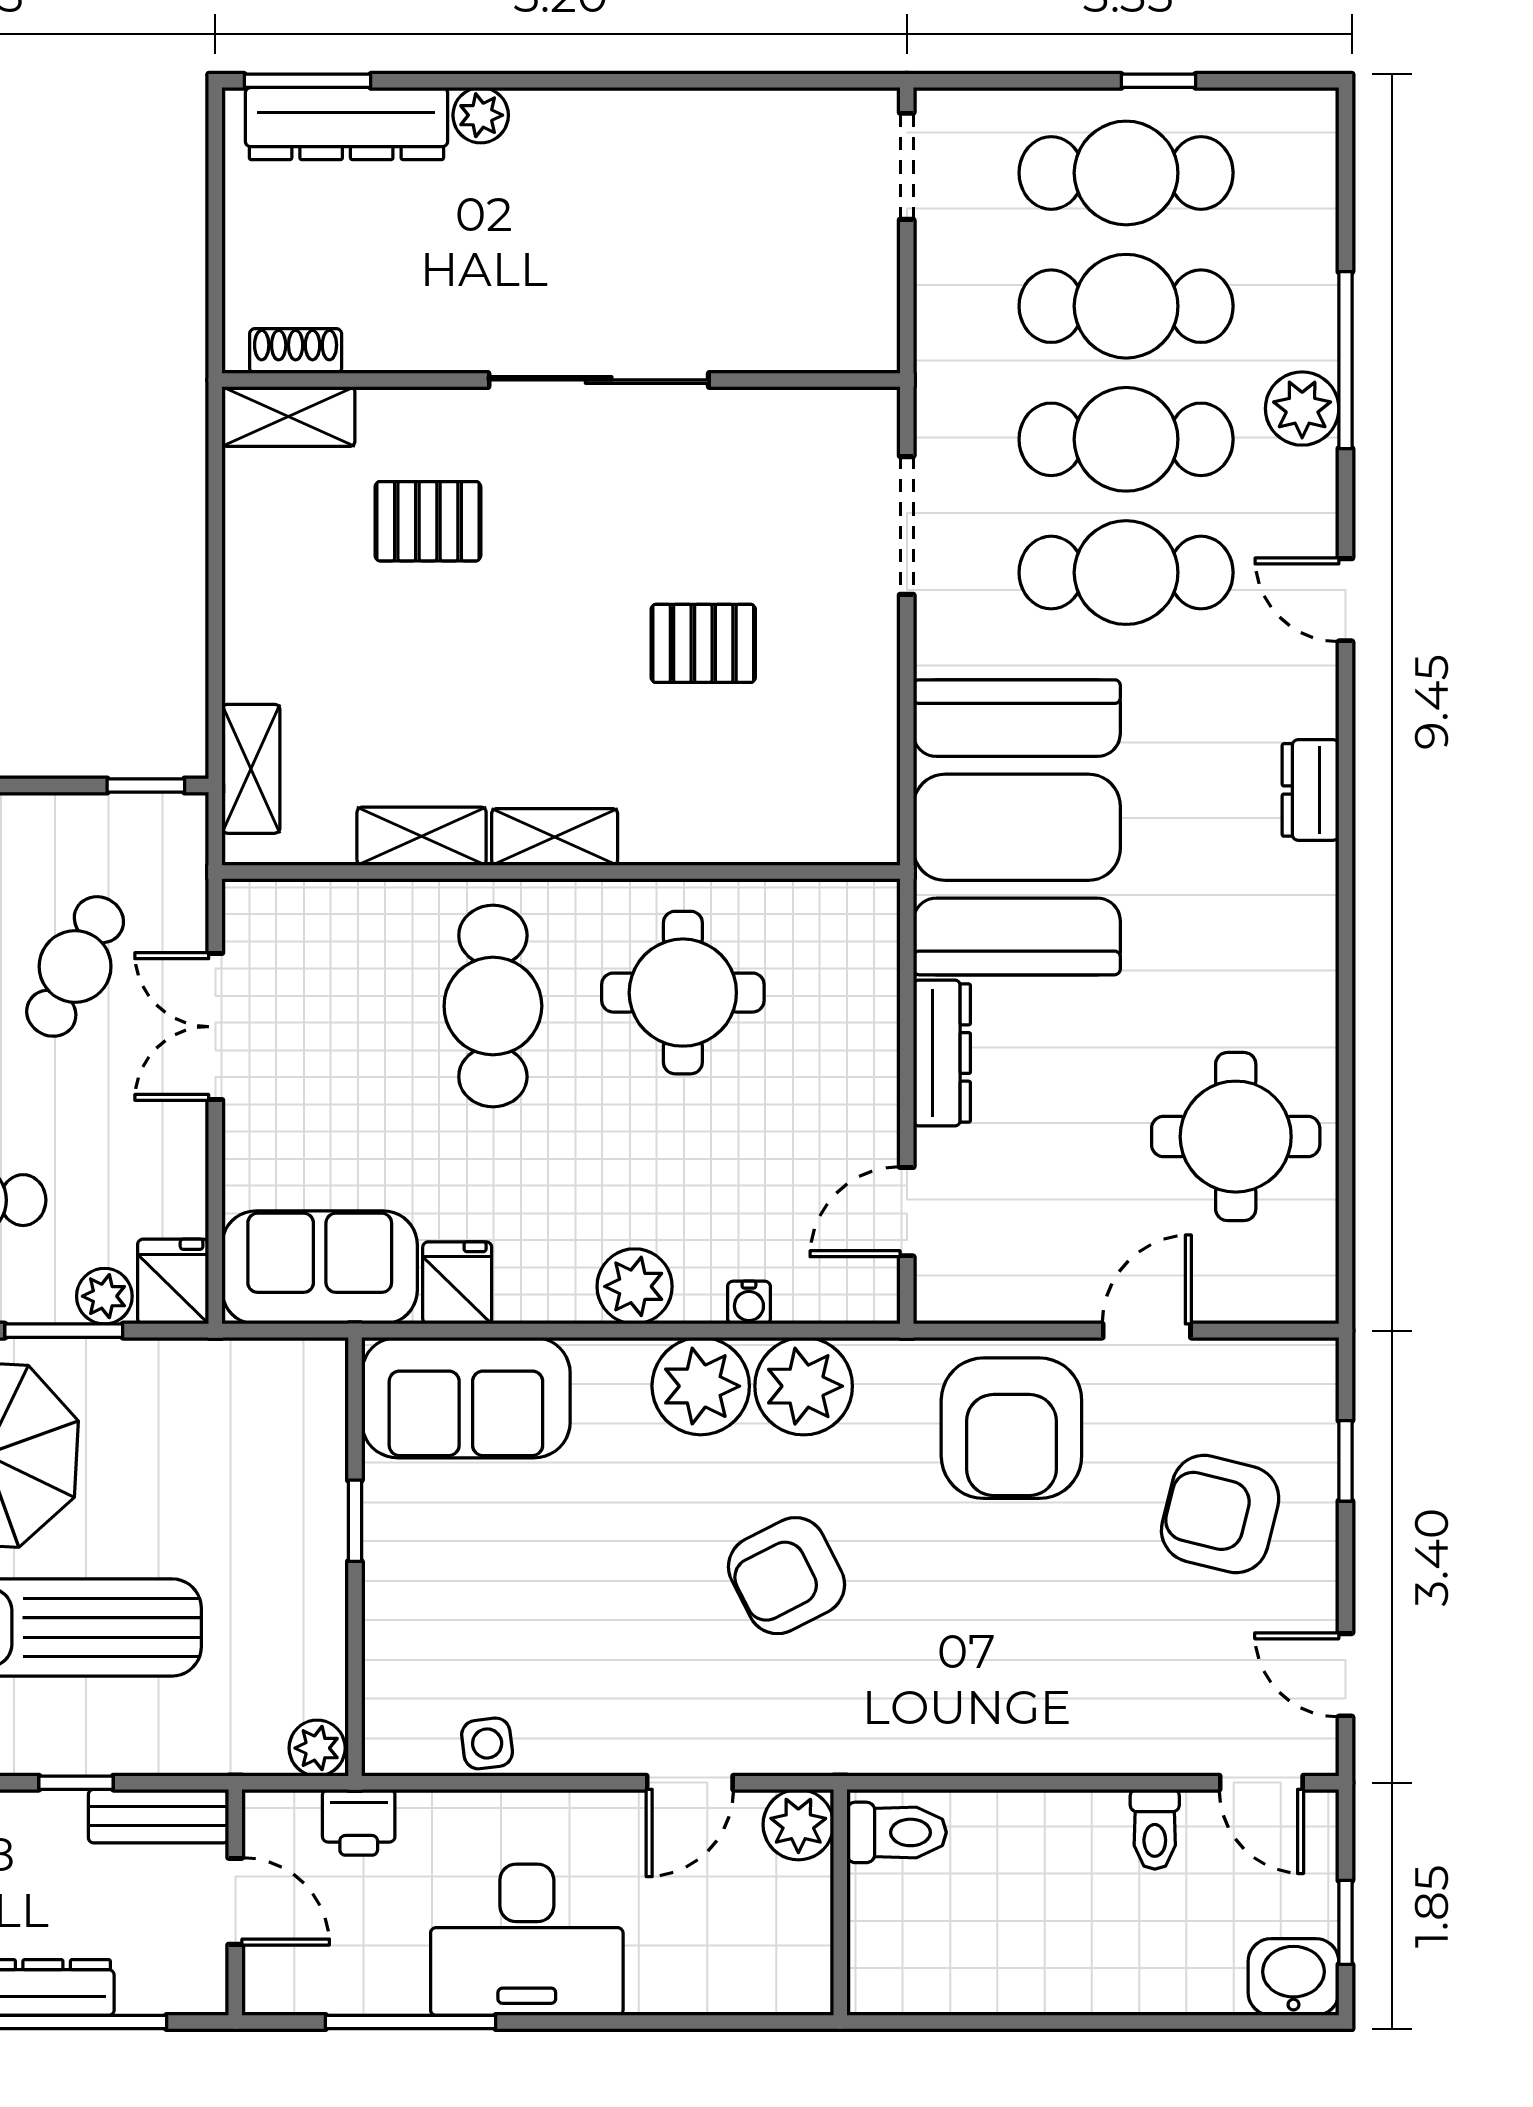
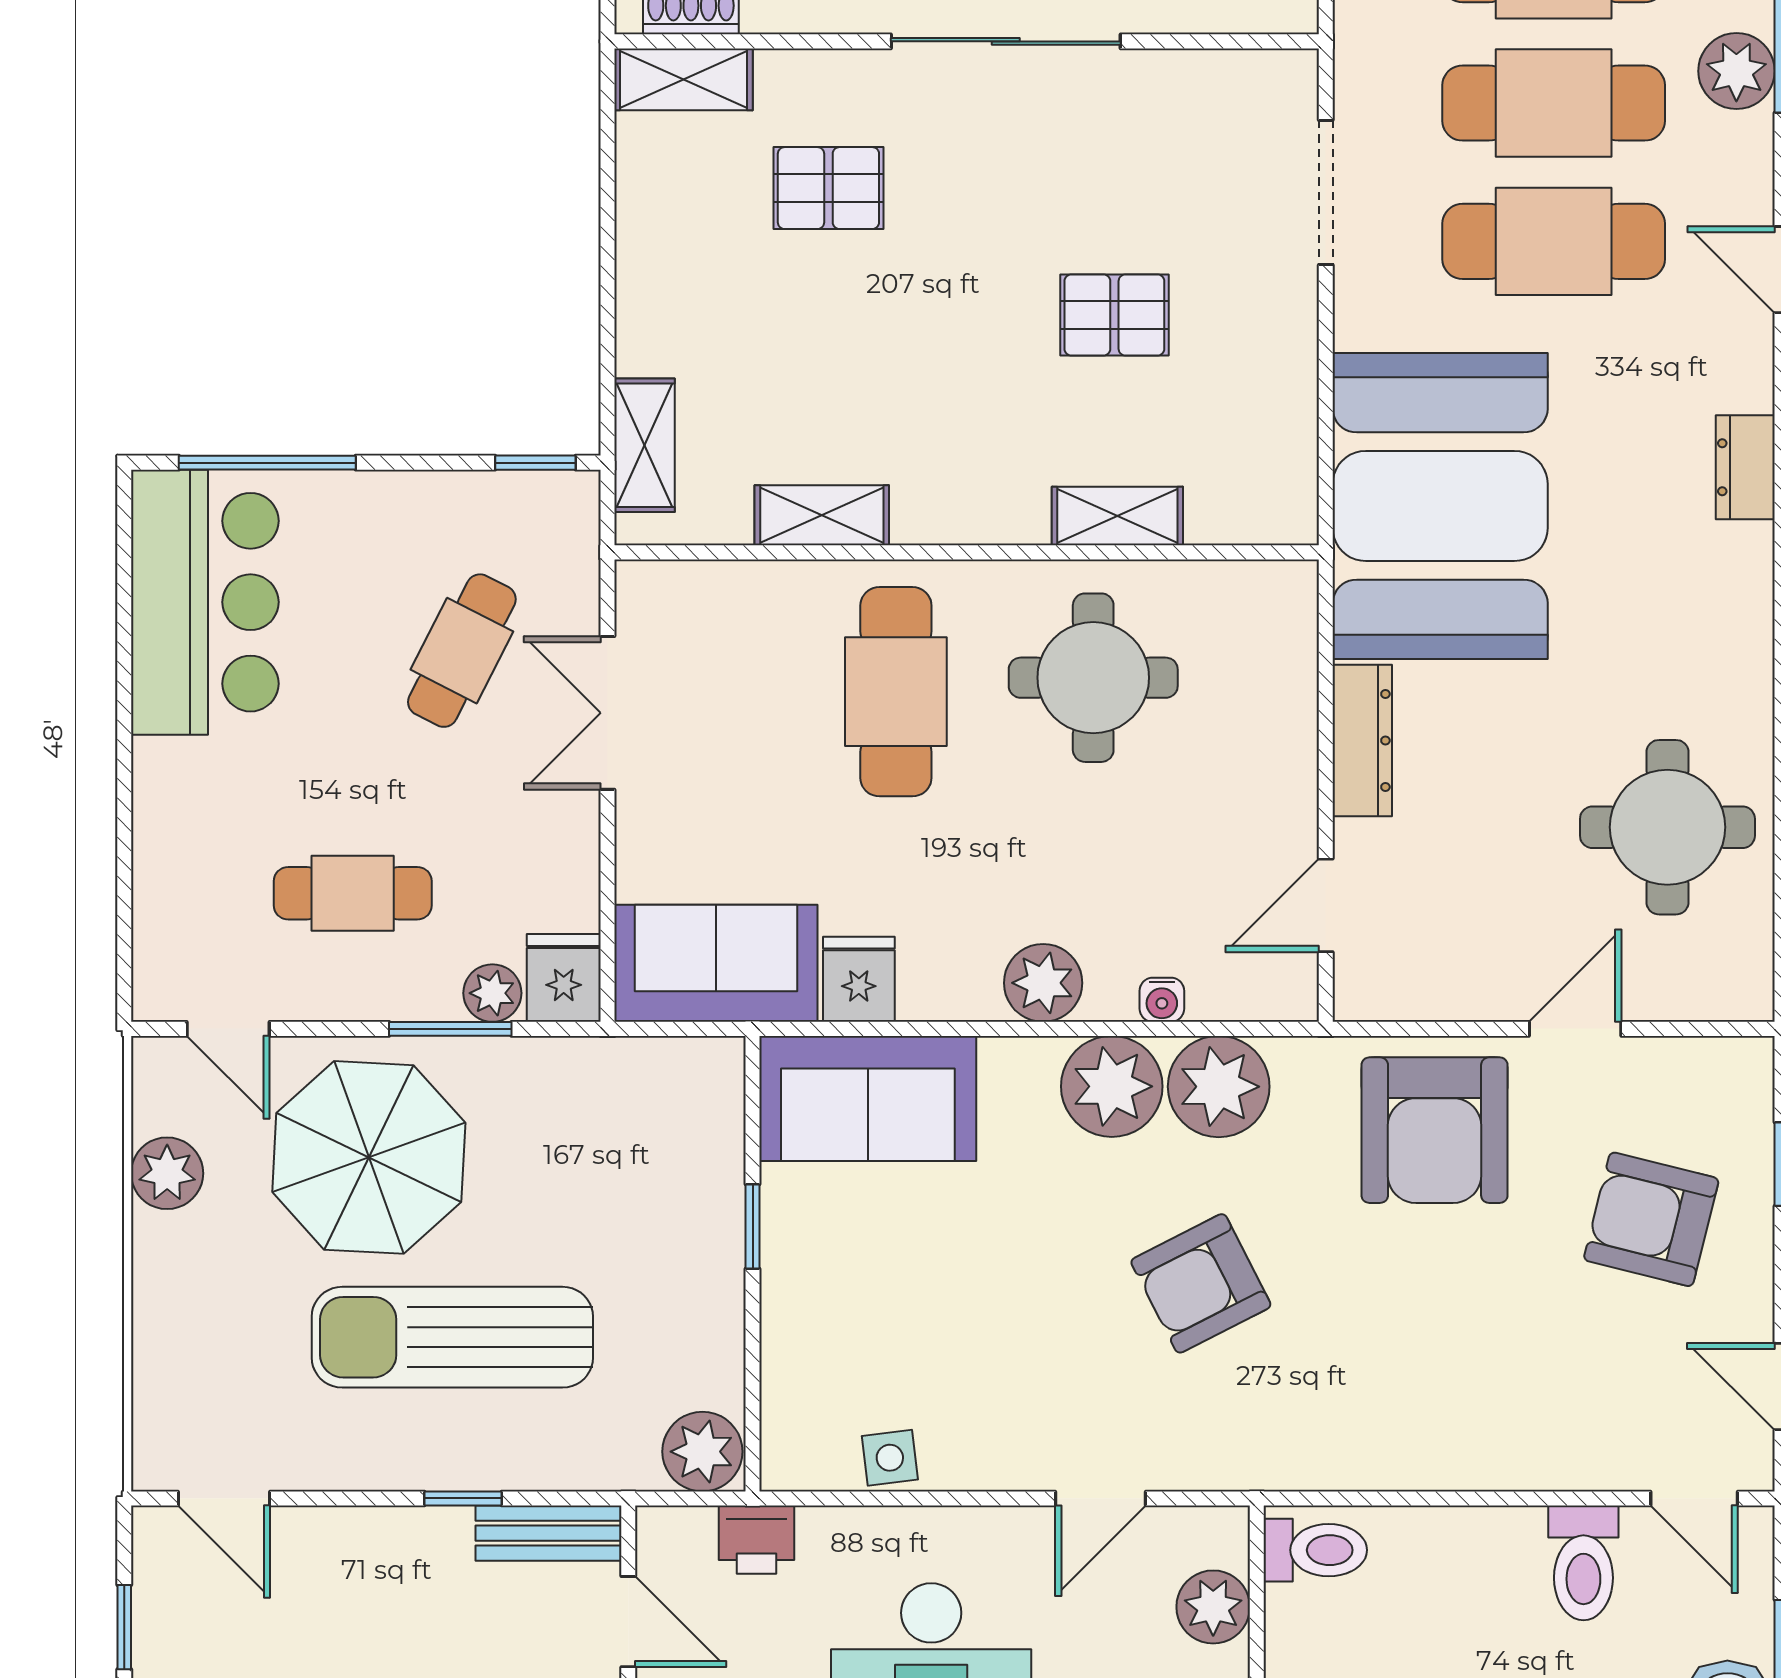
shelving: (555, 837) -> (1117, 516), moved
plant: (317, 1748) -> (702, 1452), width x1.38, depth x1.38
plant: (798, 1825) -> (1213, 1607), moved
toilet: (1155, 1829) -> (1583, 1563), width x1.37, depth x1.39

